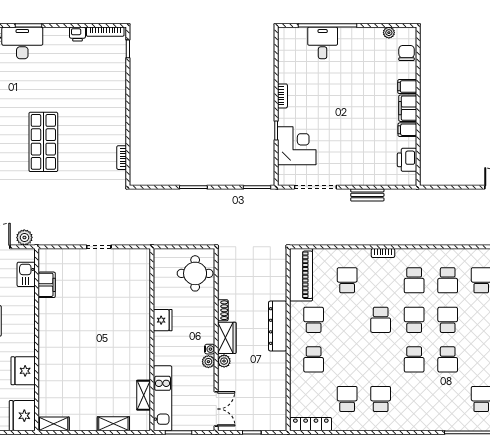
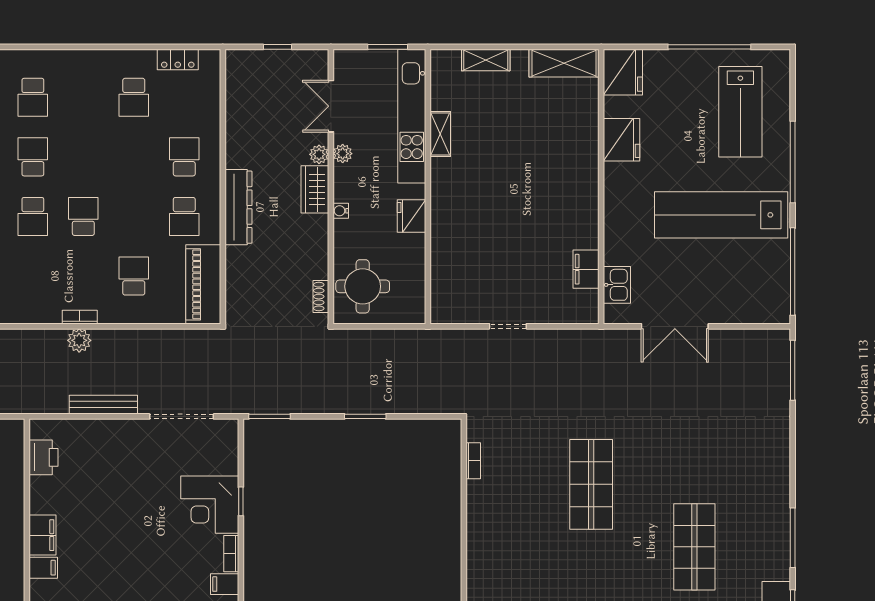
filing cabinet: (407, 130) -> (225, 584), moved, turned 180
corner desk: (297, 146) -> (210, 505), moved
bench: (367, 195) -> (103, 405), width x1.36
plant: (24, 237) -> (79, 340), moved
school desk: (347, 280) -> (134, 276), turned 180
school desk: (414, 280) -> (33, 276), removed
shoe rack: (223, 310) -> (321, 297), moved
water cooler: (210, 349) -> (341, 211), moved
shelving: (144, 395) -> (440, 134), moved
kitchen unit: (163, 398) -> (412, 116), width x1.36
school desk: (381, 399) -> (33, 97), moved
double door: (216, 409) -> (331, 106), moved
shelving: (54, 424) -> (564, 63), width x1.50, depth x1.33
locker: (311, 424) -> (178, 60), width x0.66

